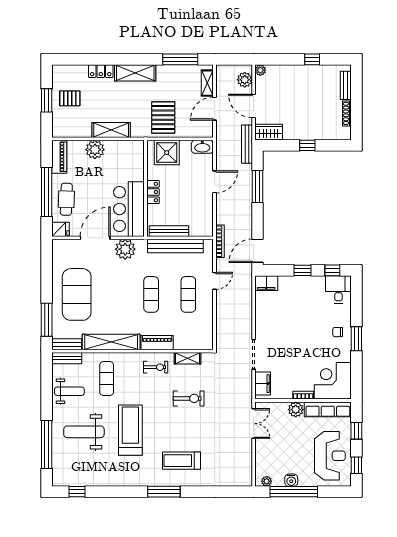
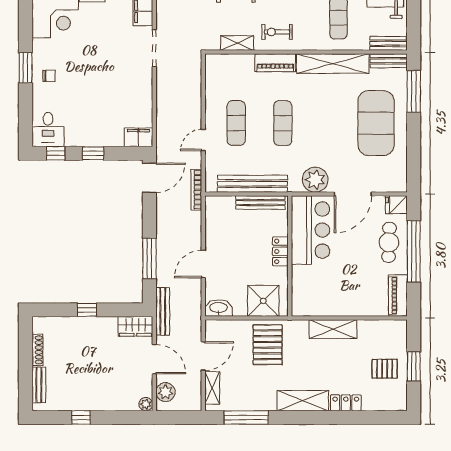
plant: (95, 150) -> (353, 305), removed

